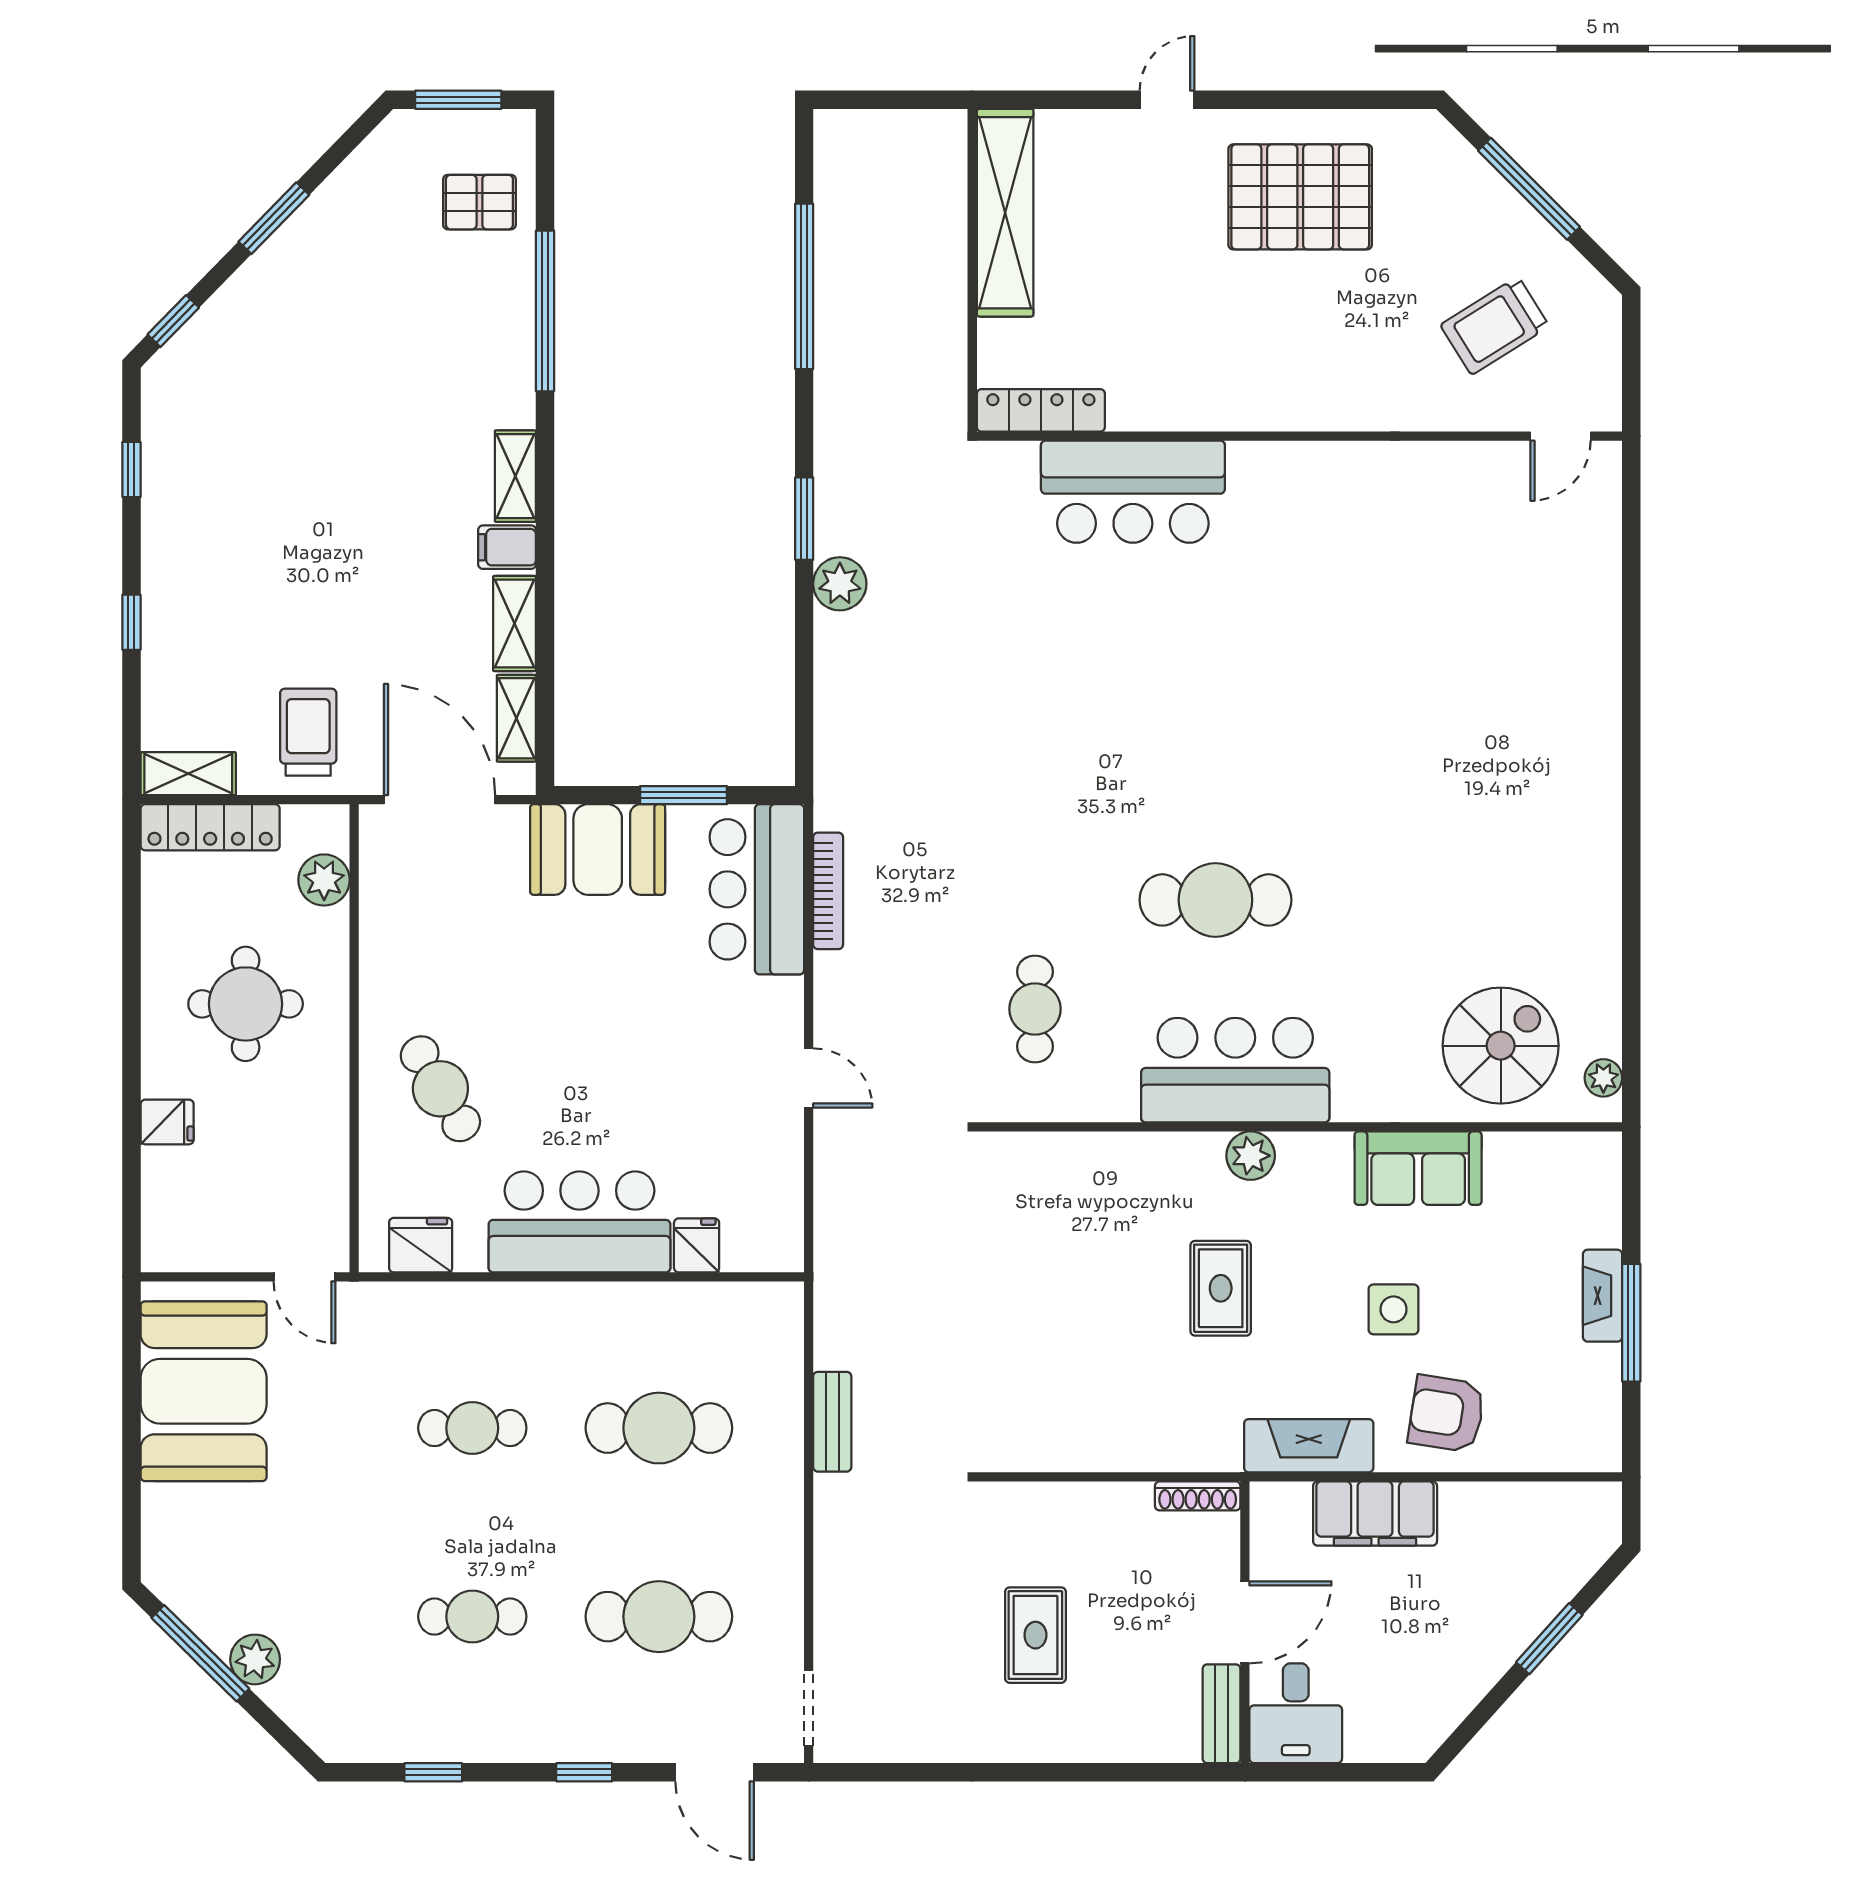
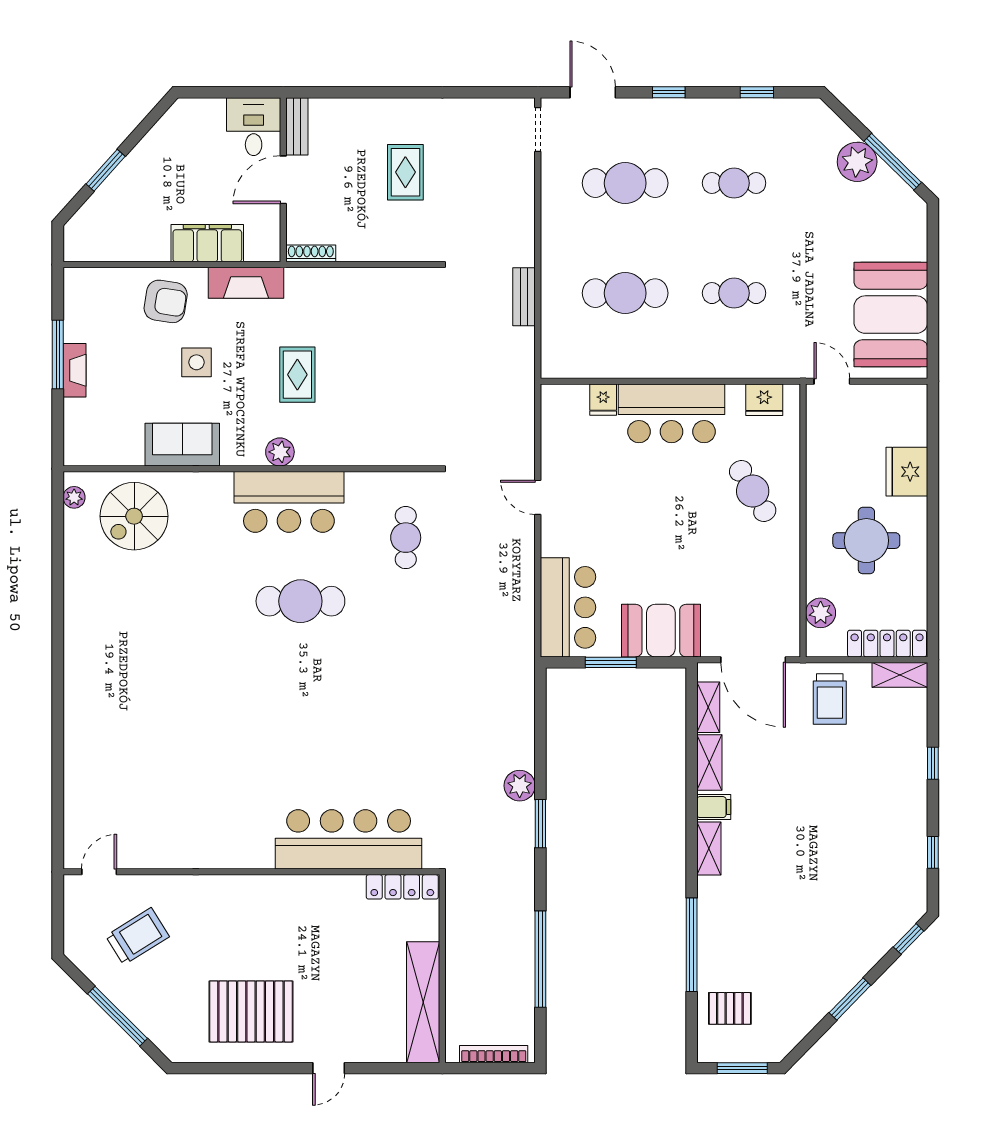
bar counter: (1133, 492) -> (349, 839), width x1.36
bookcase: (828, 891) -> (494, 1054), moved, turned 90
fridge: (167, 1122) -> (907, 472), width x1.88, depth x1.34
plant: (255, 1659) -> (857, 162), width x1.36, depth x1.36

